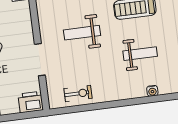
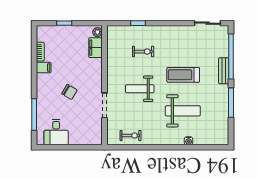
weight bench: (140, 54) -> (183, 111), width x1.36, depth x1.33
printer: (31, 102) -> (93, 137), removed

